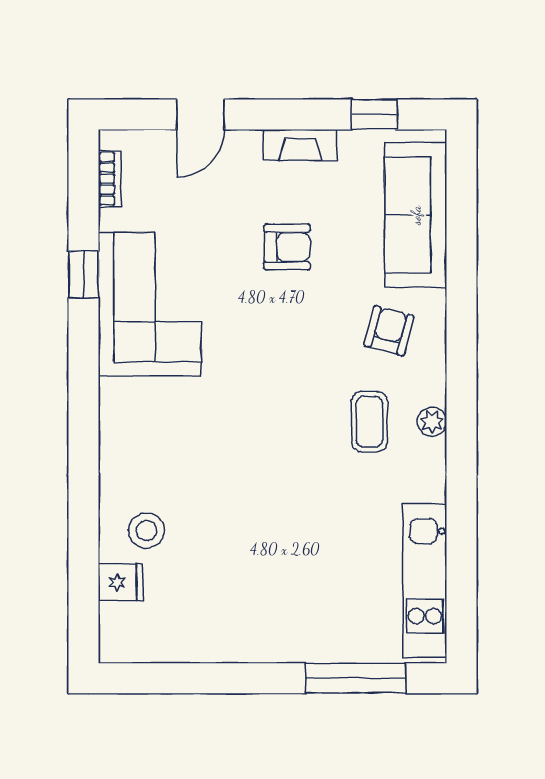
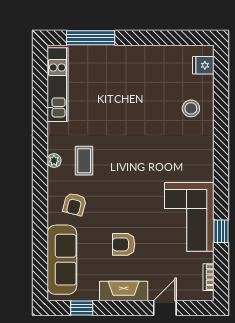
fireplace: (300, 145) -> (124, 291), width x1.37, depth x1.32
fridge: (121, 582) -> (203, 65), moved

